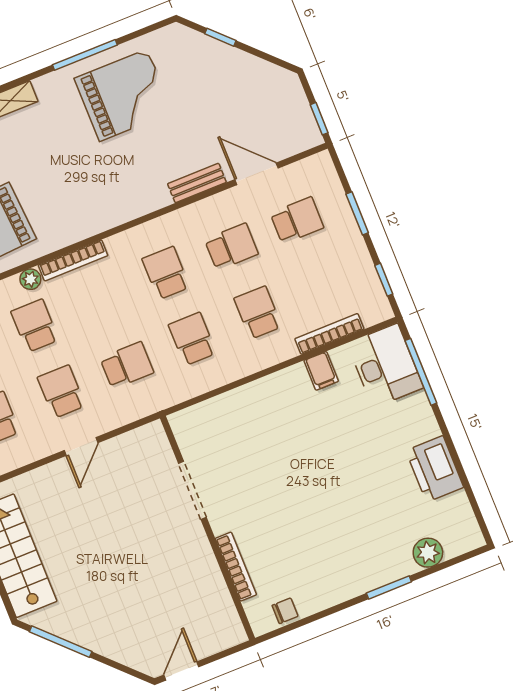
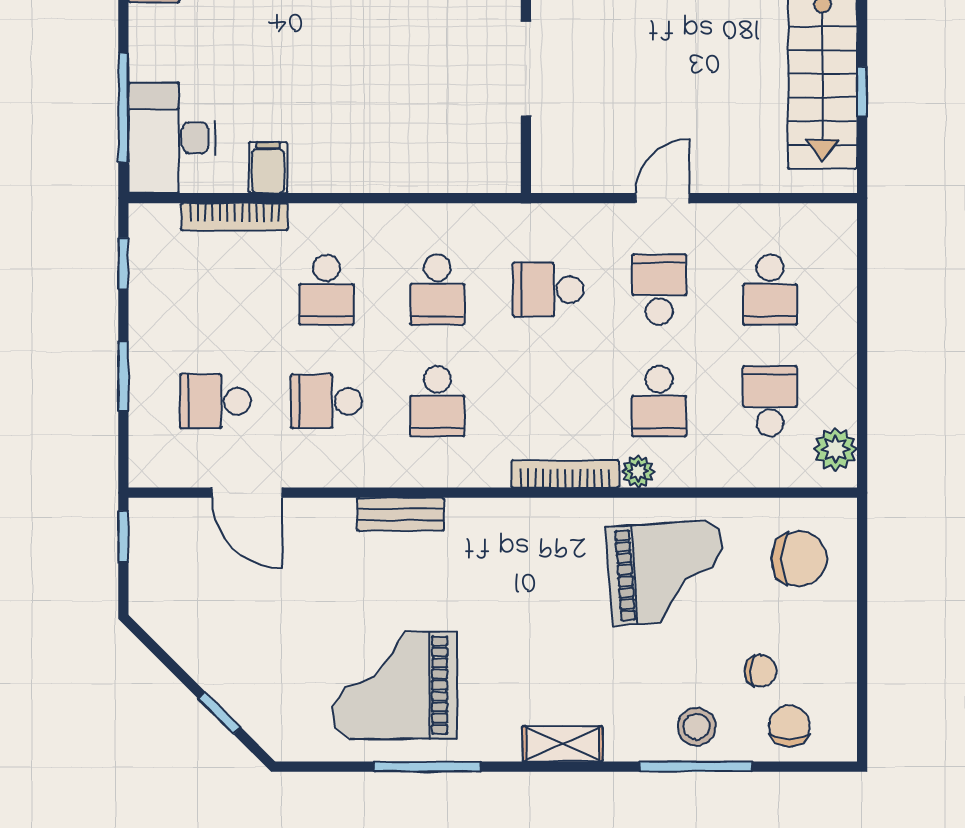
bench: (197, 183) -> (401, 514), moved
school desk: (61, 392) -> (659, 290), turned 180

